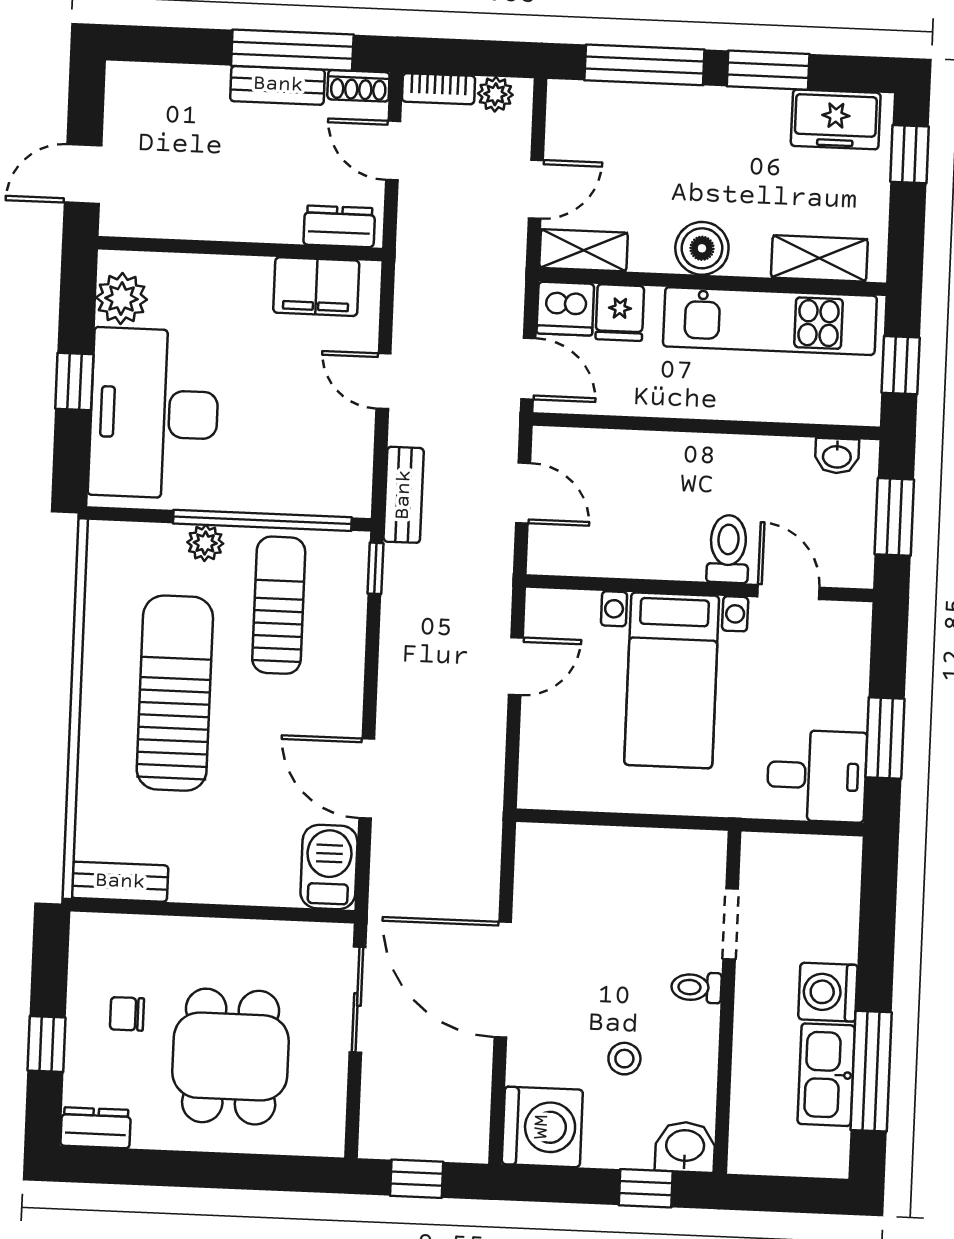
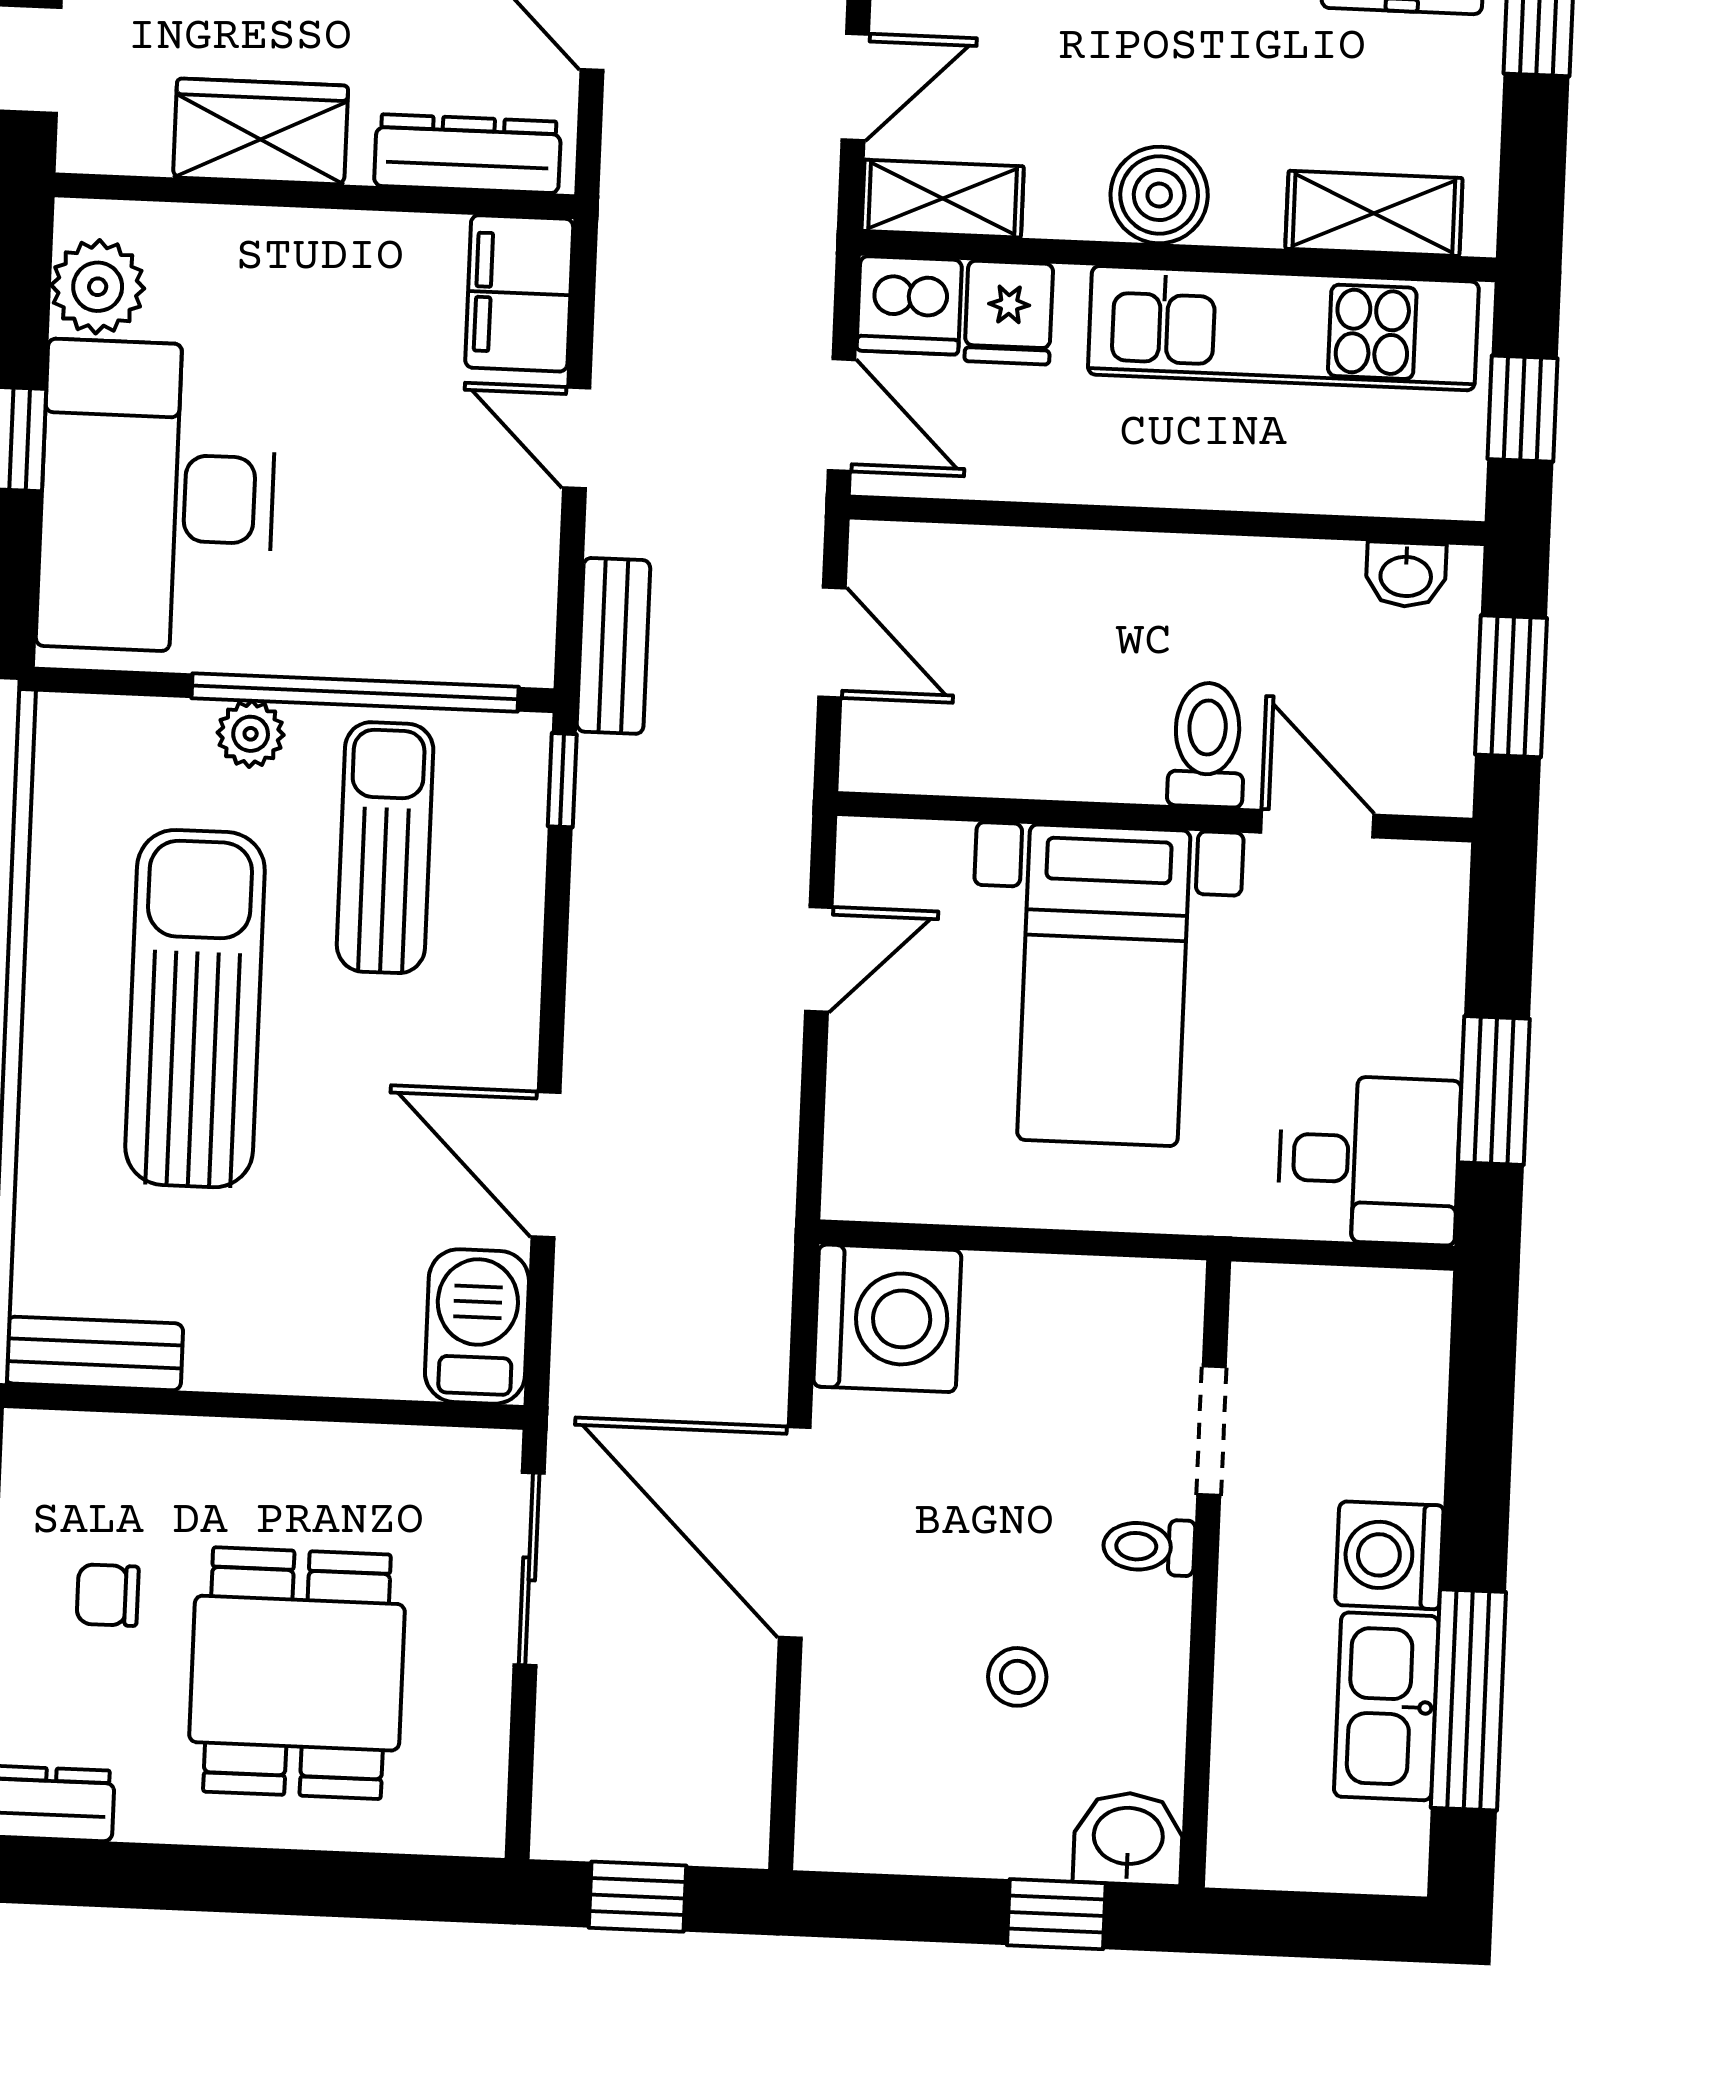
wardrobe: (211, 214) -> (261, 131), added
dresser: (339, 226) -> (468, 154), width x1.44
filing cabinet: (316, 287) -> (519, 293), moved, turned 90
washing machine: (542, 1127) -> (887, 1318), moved

